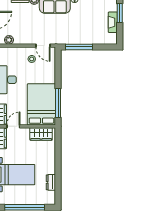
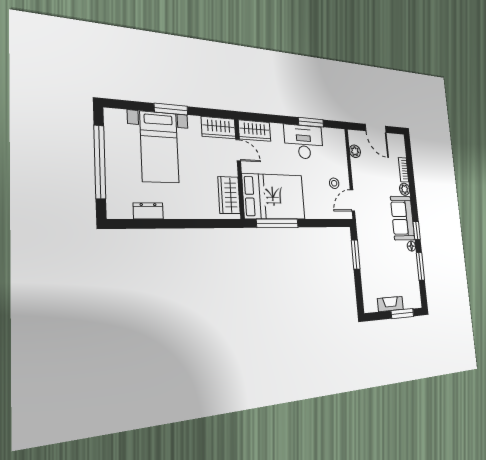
window: (79, 47) -> (356, 255), width x0.69

